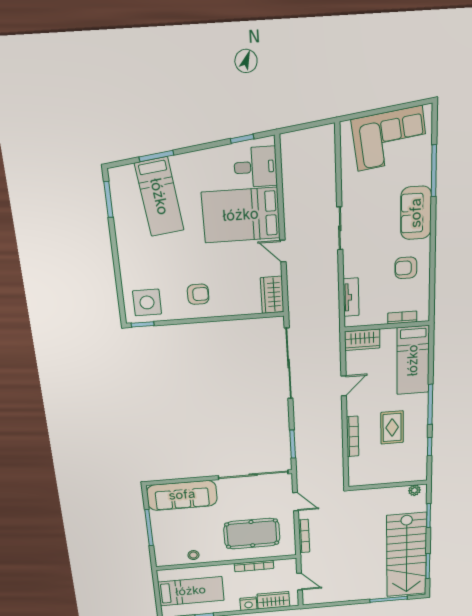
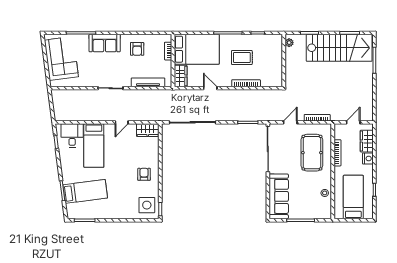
bed: (241, 215) -> (94, 145), width x0.67
tv unit: (351, 297) -> (148, 82), width x1.41
bed: (413, 360) -> (197, 49), width x1.50

